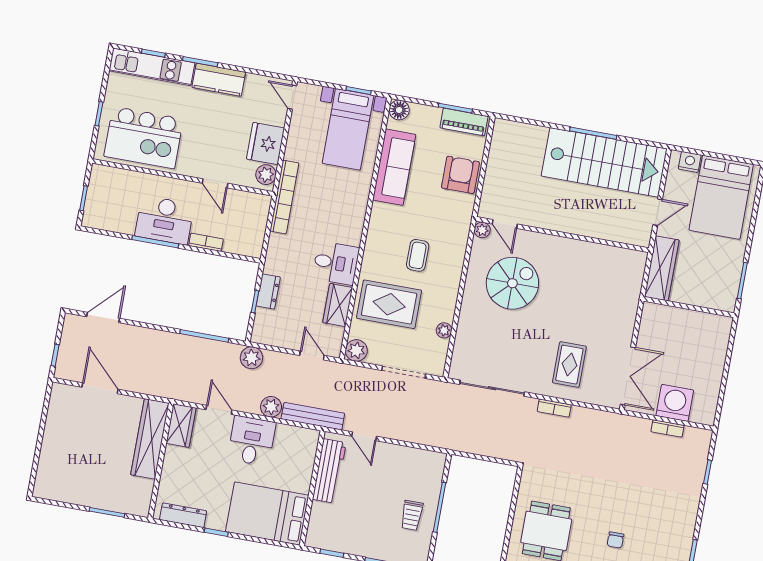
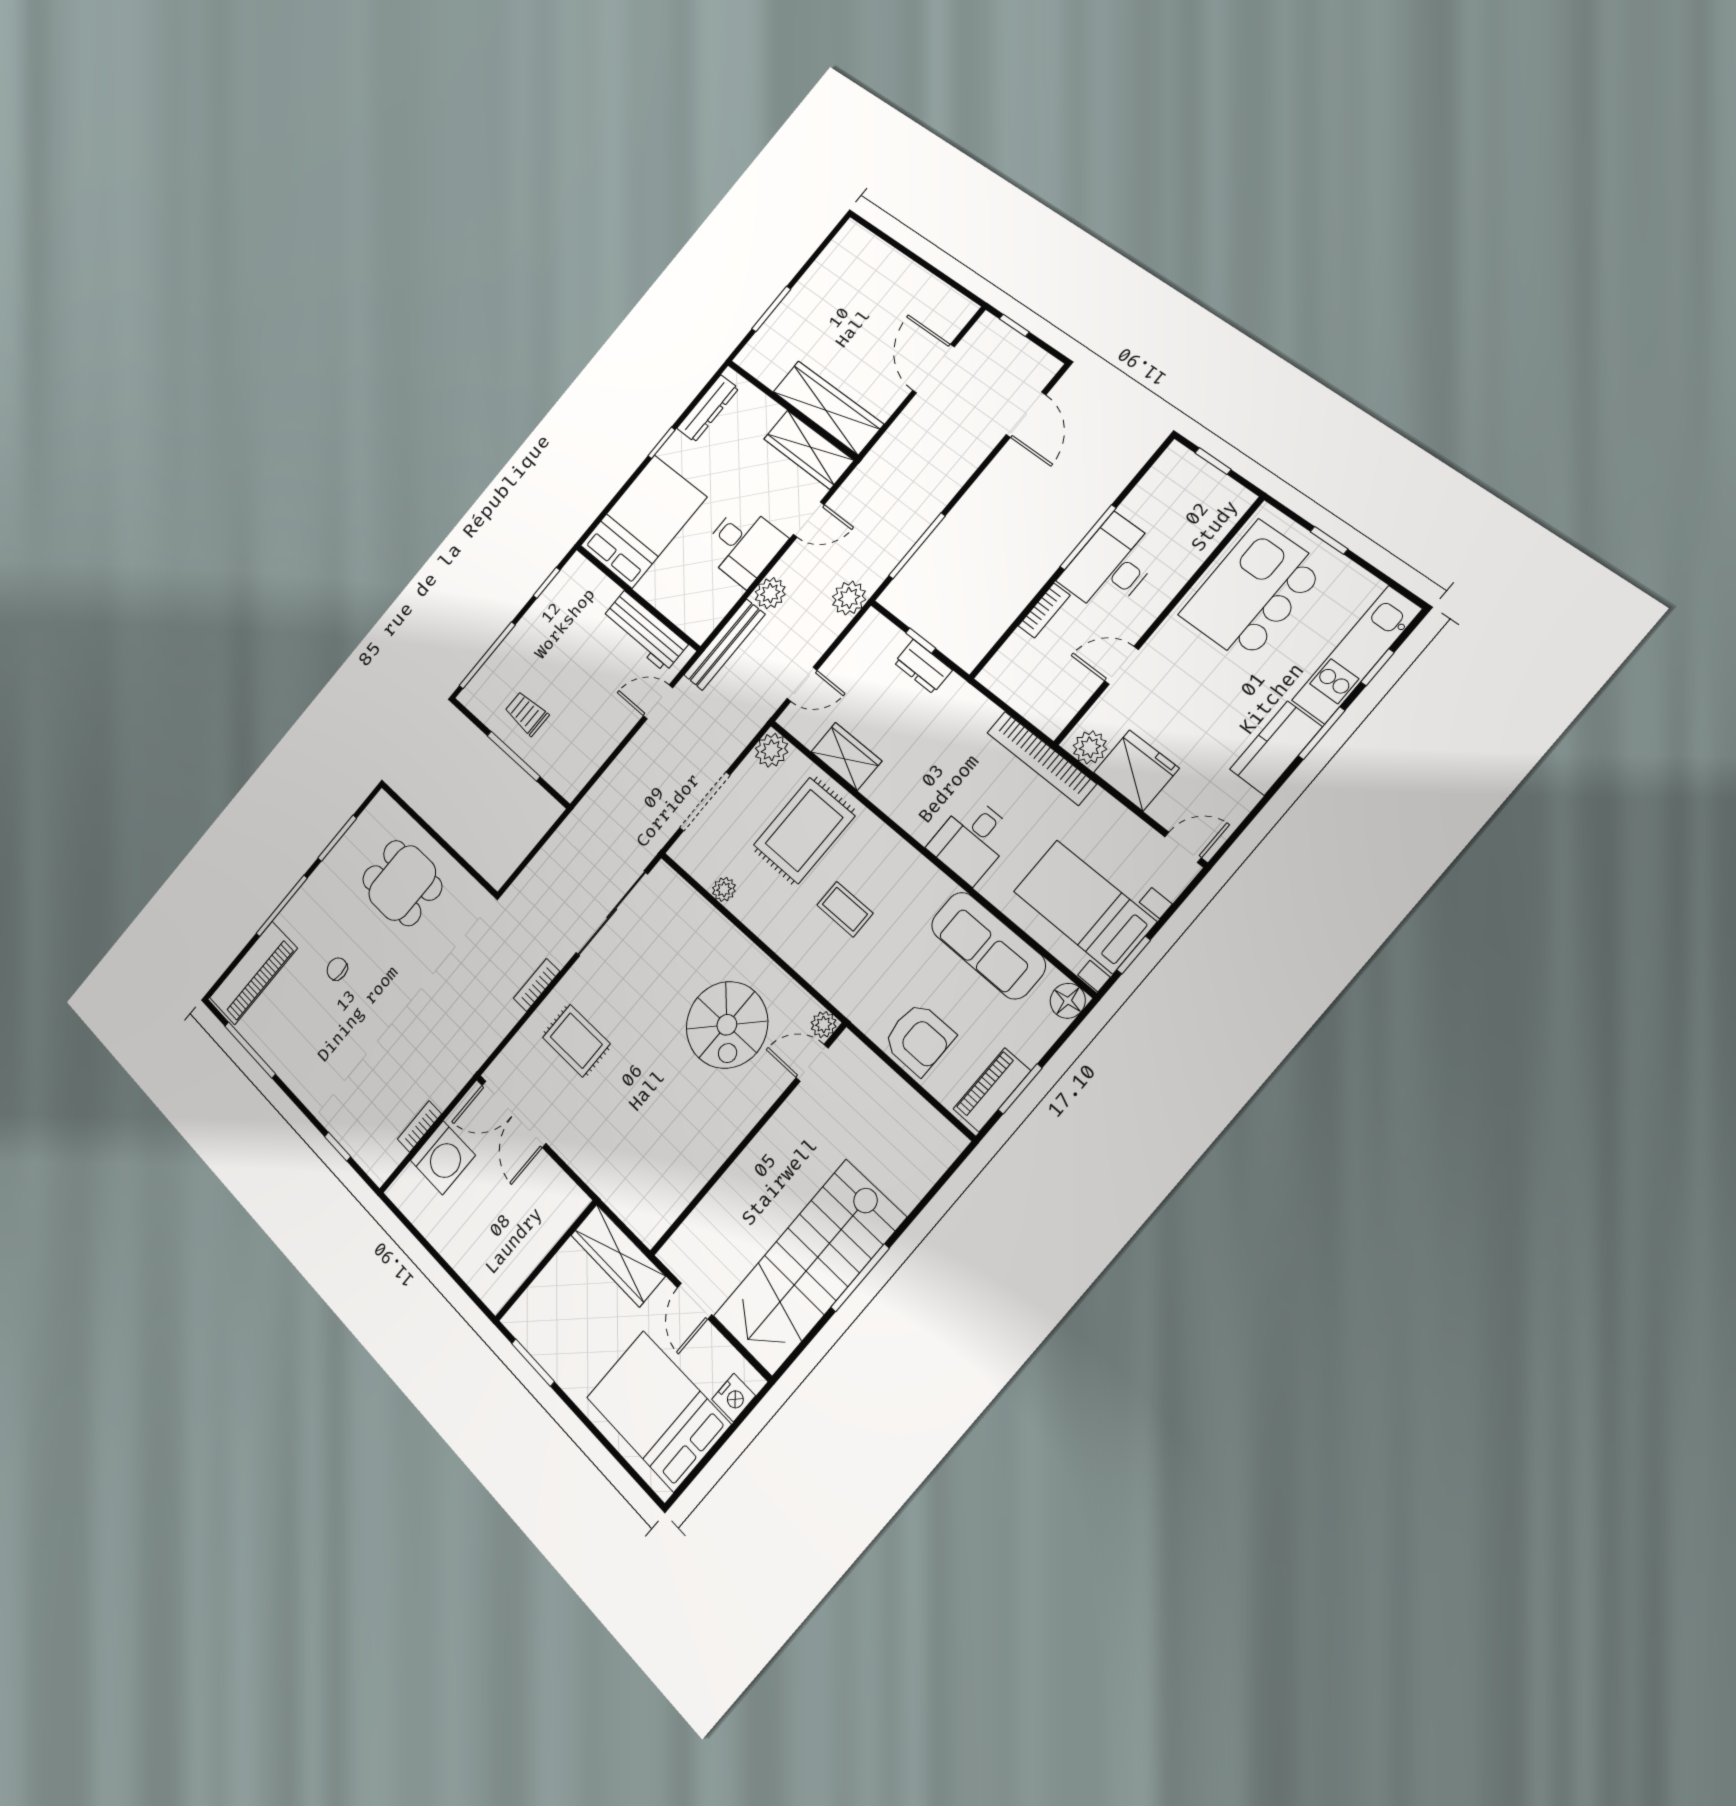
desk: (336, 263) -> (972, 840), moved
door: (100, 388) -> (933, 369), swing flipped
wardrobe: (181, 426) -> (809, 450), width x1.50

